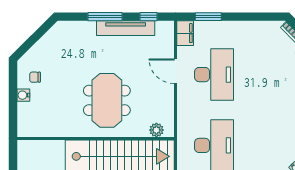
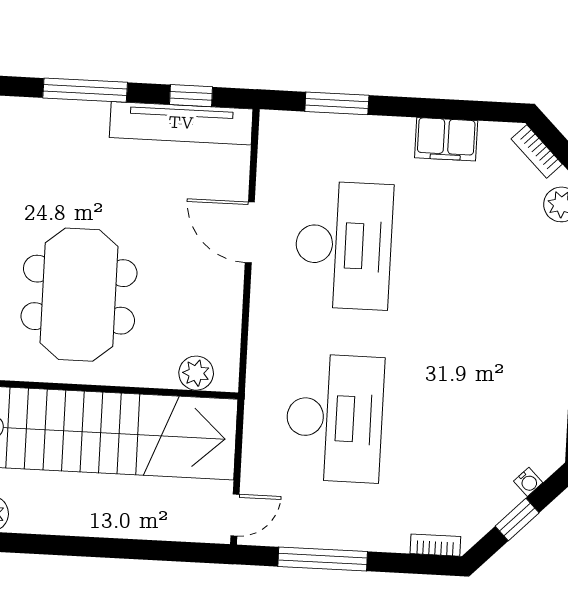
tv unit: (126, 28) -> (181, 123), moved
filing cabinet: (185, 33) -> (446, 139), moved, turned 90

